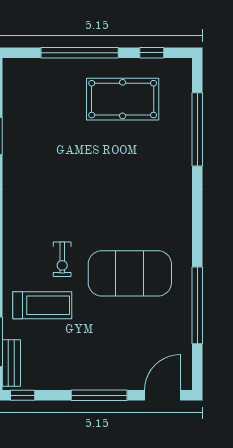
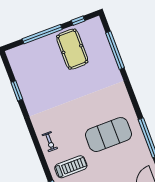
pool table: (123, 99) -> (72, 49), turned 90
exercise bike: (62, 259) -> (50, 142), moved

